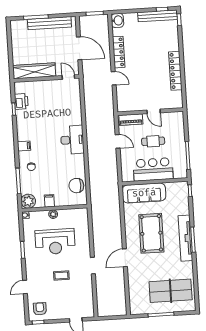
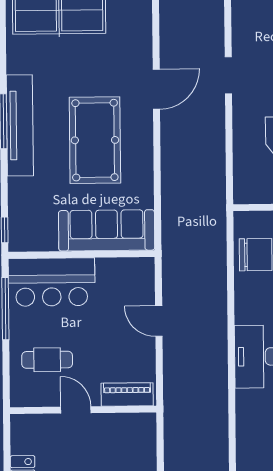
door: (118, 141) -> (159, 321), moved
cafe table: (153, 141) -> (47, 360), moved
bar counter: (153, 169) -> (52, 282), moved

